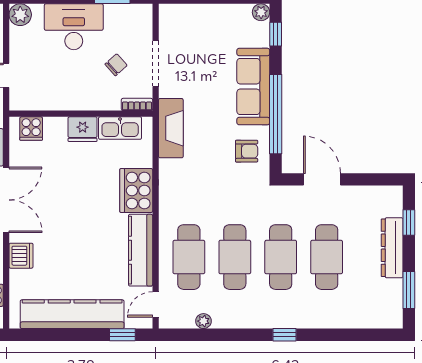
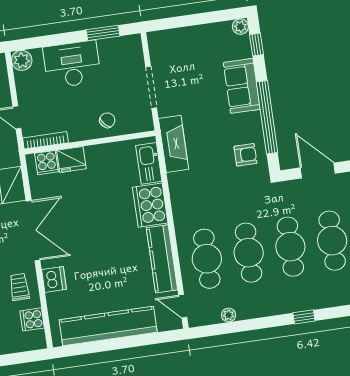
chair: (116, 65) -> (107, 120), moved
sofa: (253, 87) -> (242, 86), width x0.73
bookcase: (137, 104) -> (45, 140), moved, width x1.56
kitchen sink: (120, 128) -> (149, 163), moved, turned 90
fridge: (83, 129) -> (71, 159), moved
door: (156, 304) -> (183, 306), hinge flipped
window: (122, 335) -> (156, 338), removed

